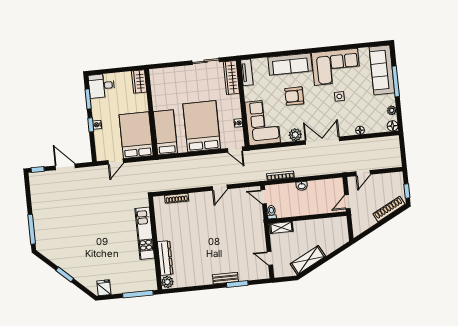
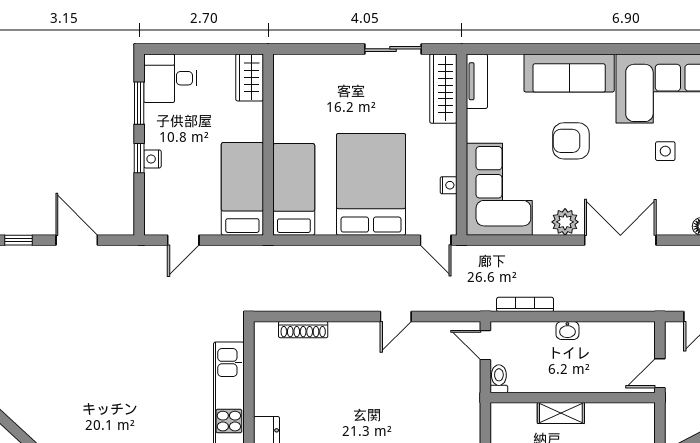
bed: (136, 135) -> (242, 189), width x0.67
shelving: (281, 227) -> (561, 413), moved

